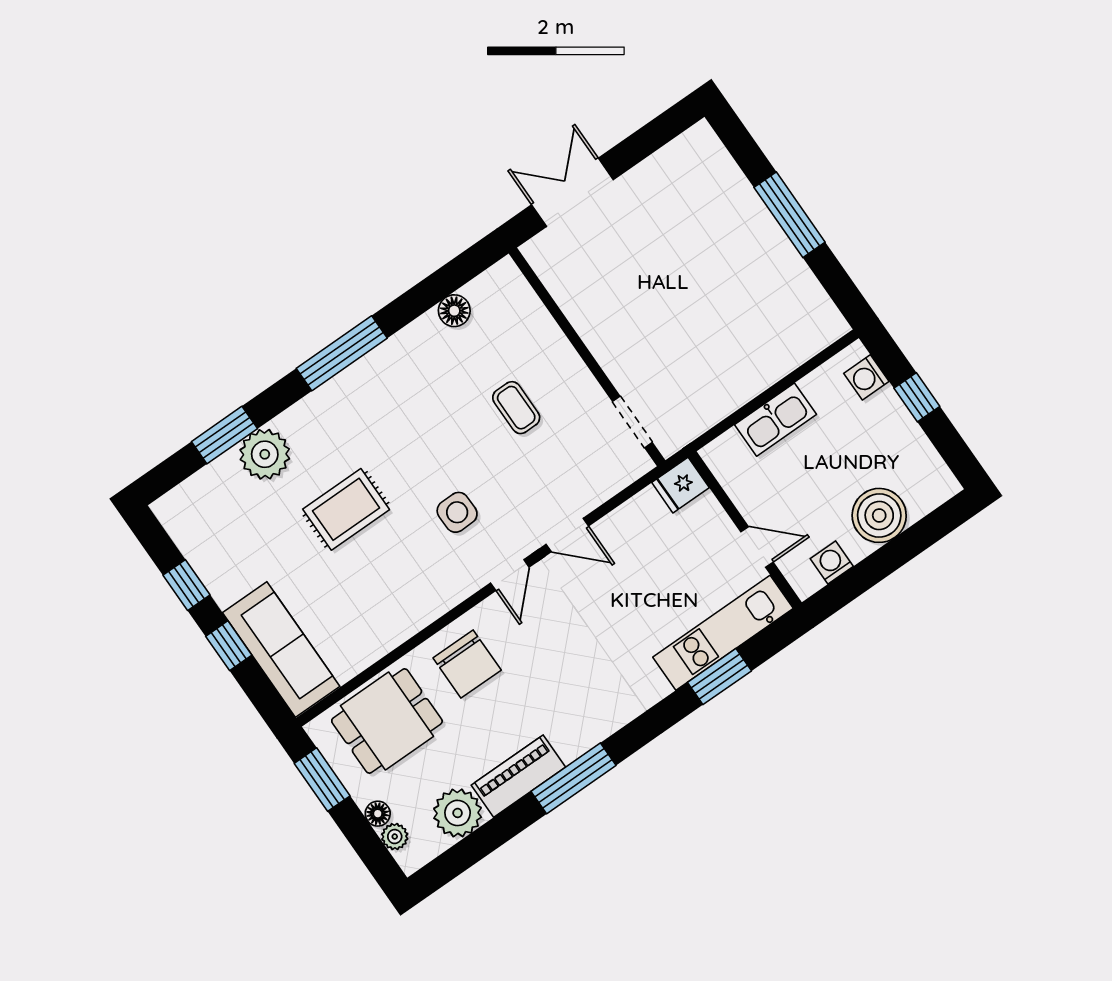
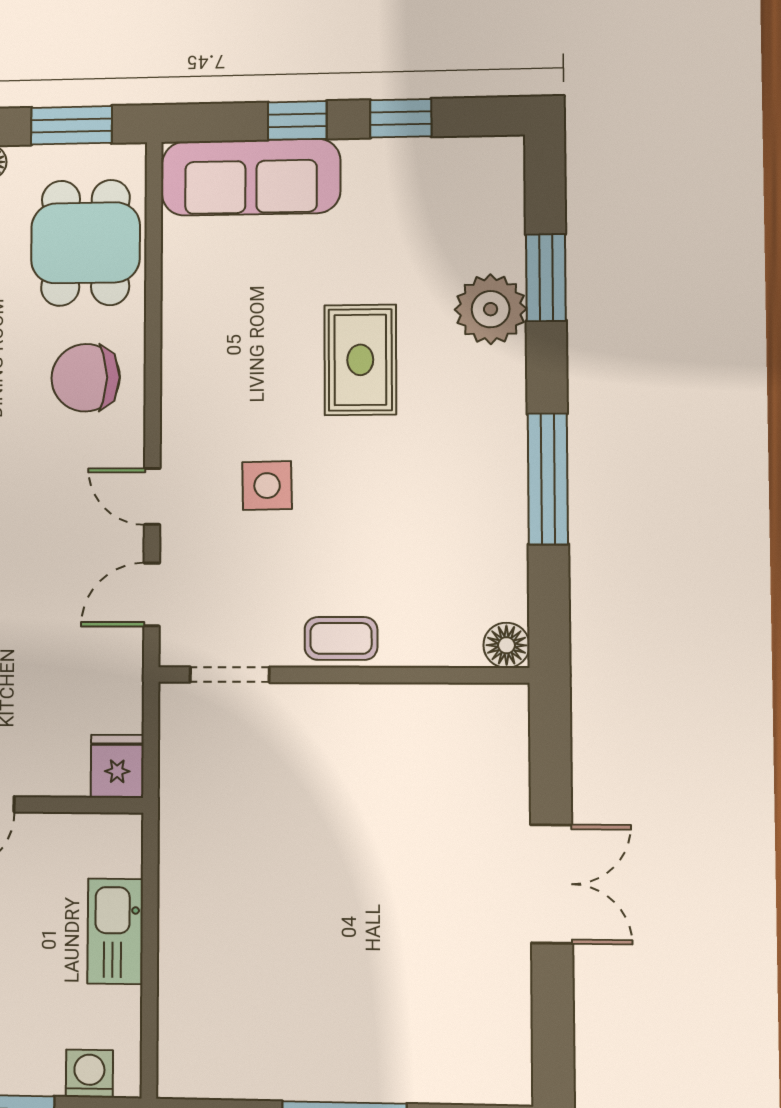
wall: (587, 357) -> (343, 675), moved
doorway: (632, 422) -> (230, 675), moved

